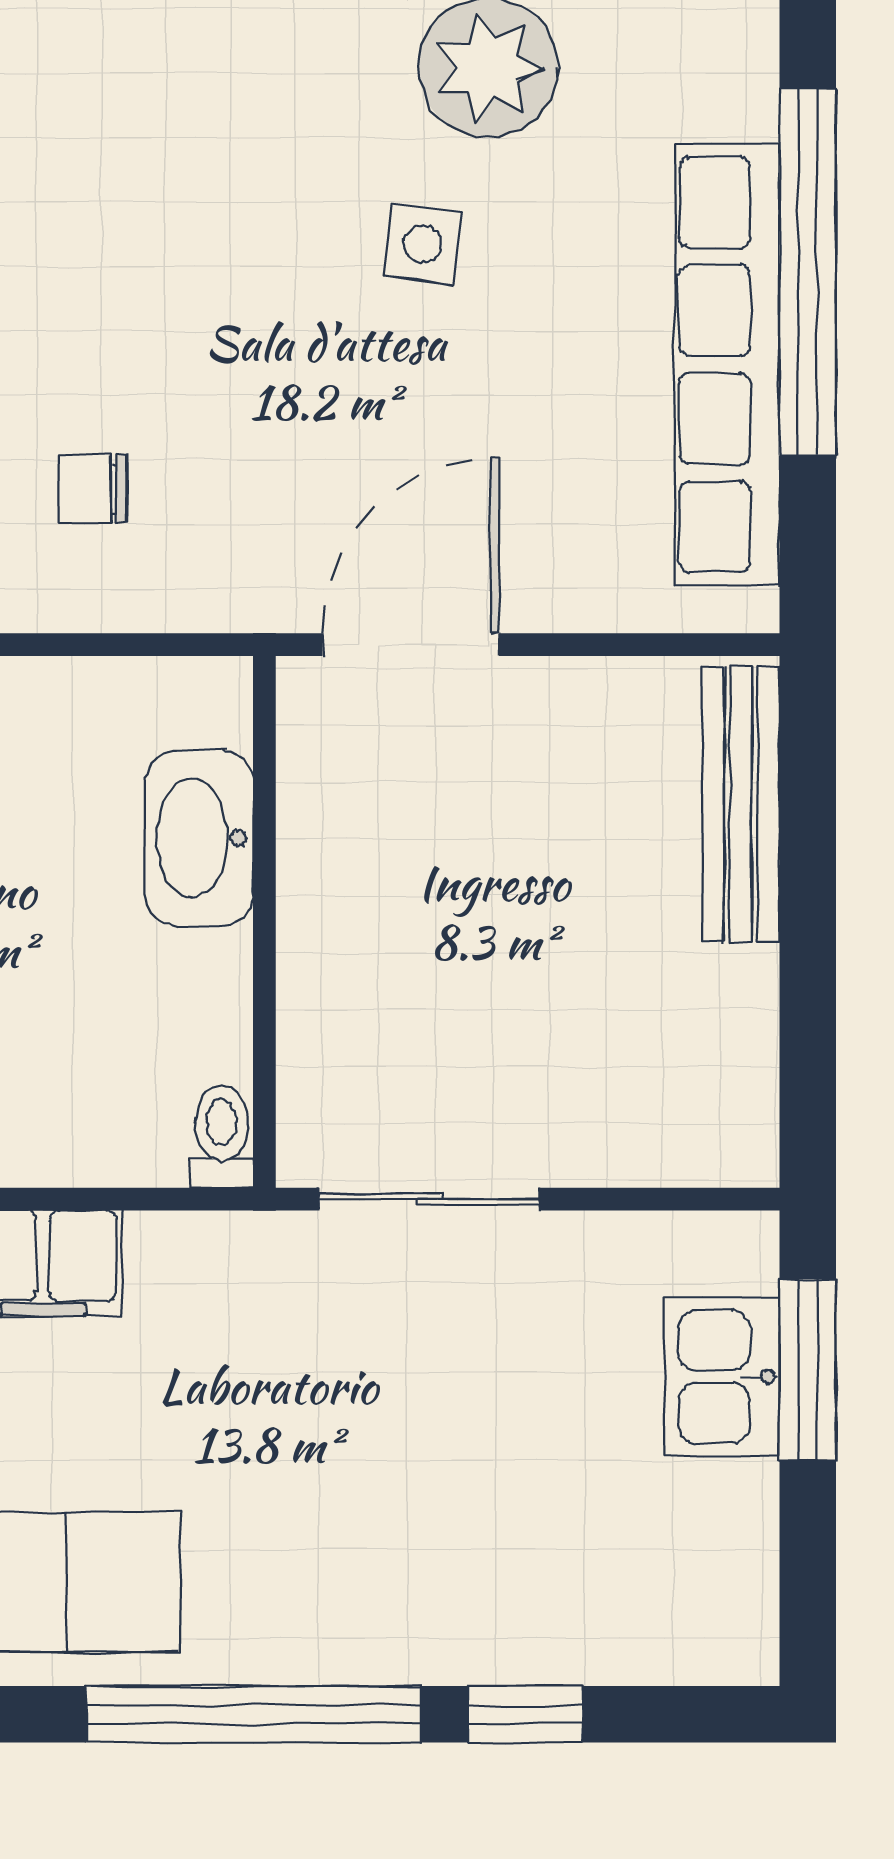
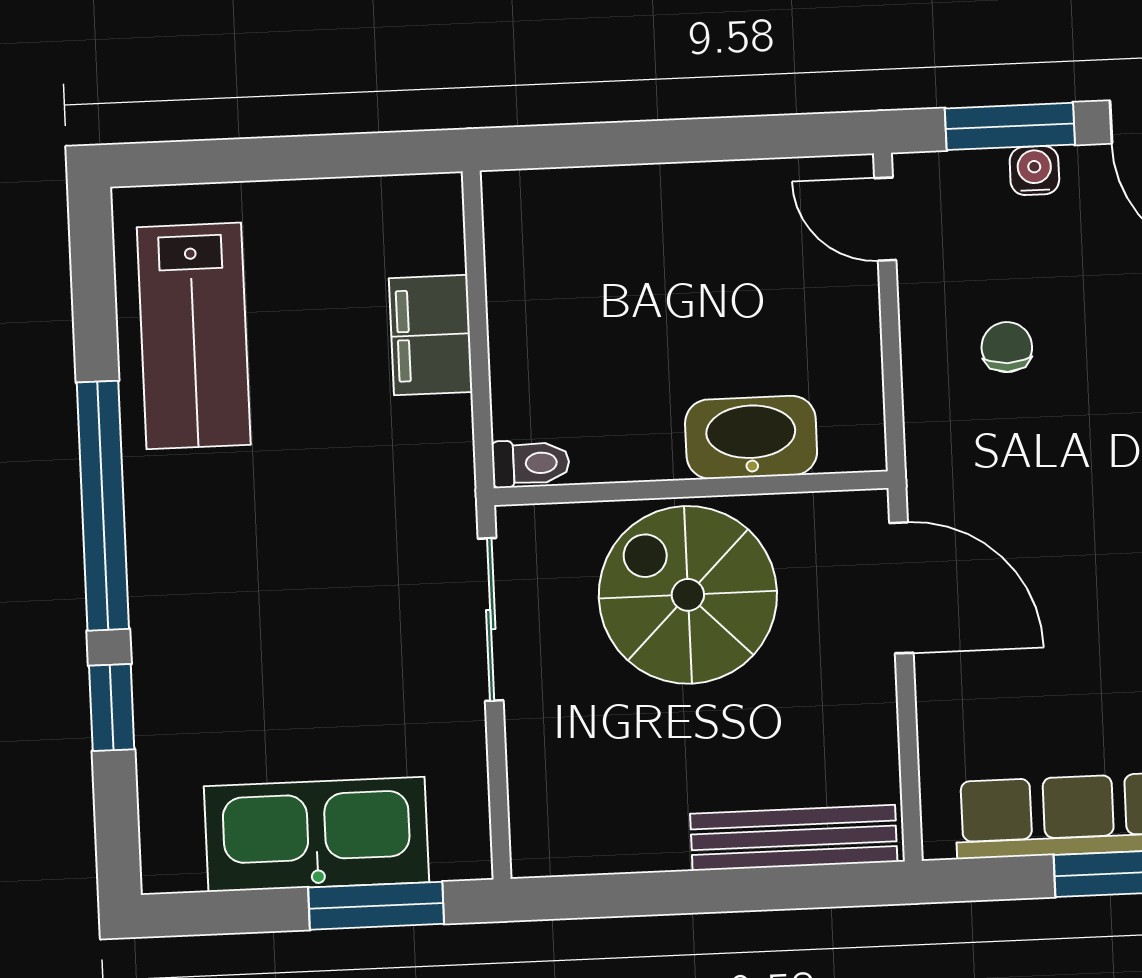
spiral stairs: (408, 932) -> (688, 595), added
kitchen sink: (722, 1377) -> (317, 834), width x1.88, depth x1.24

